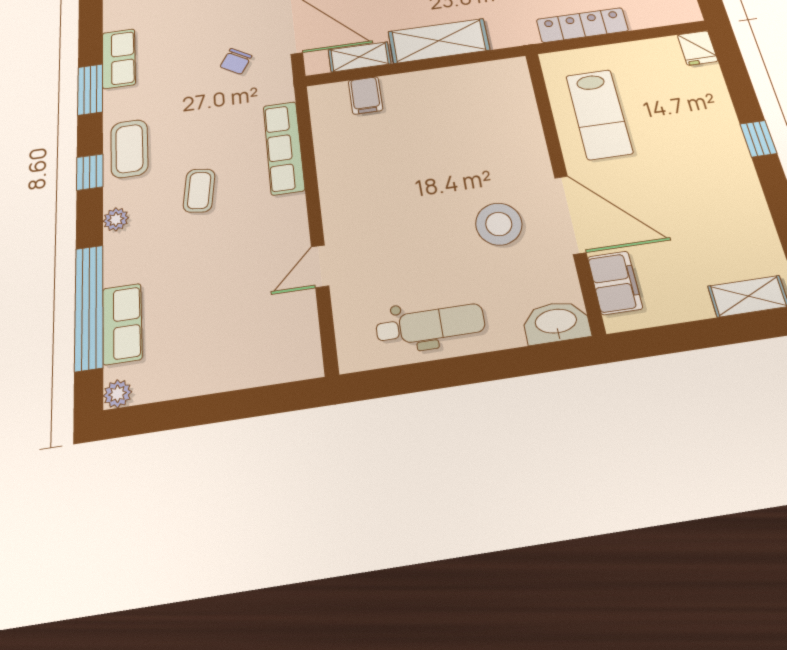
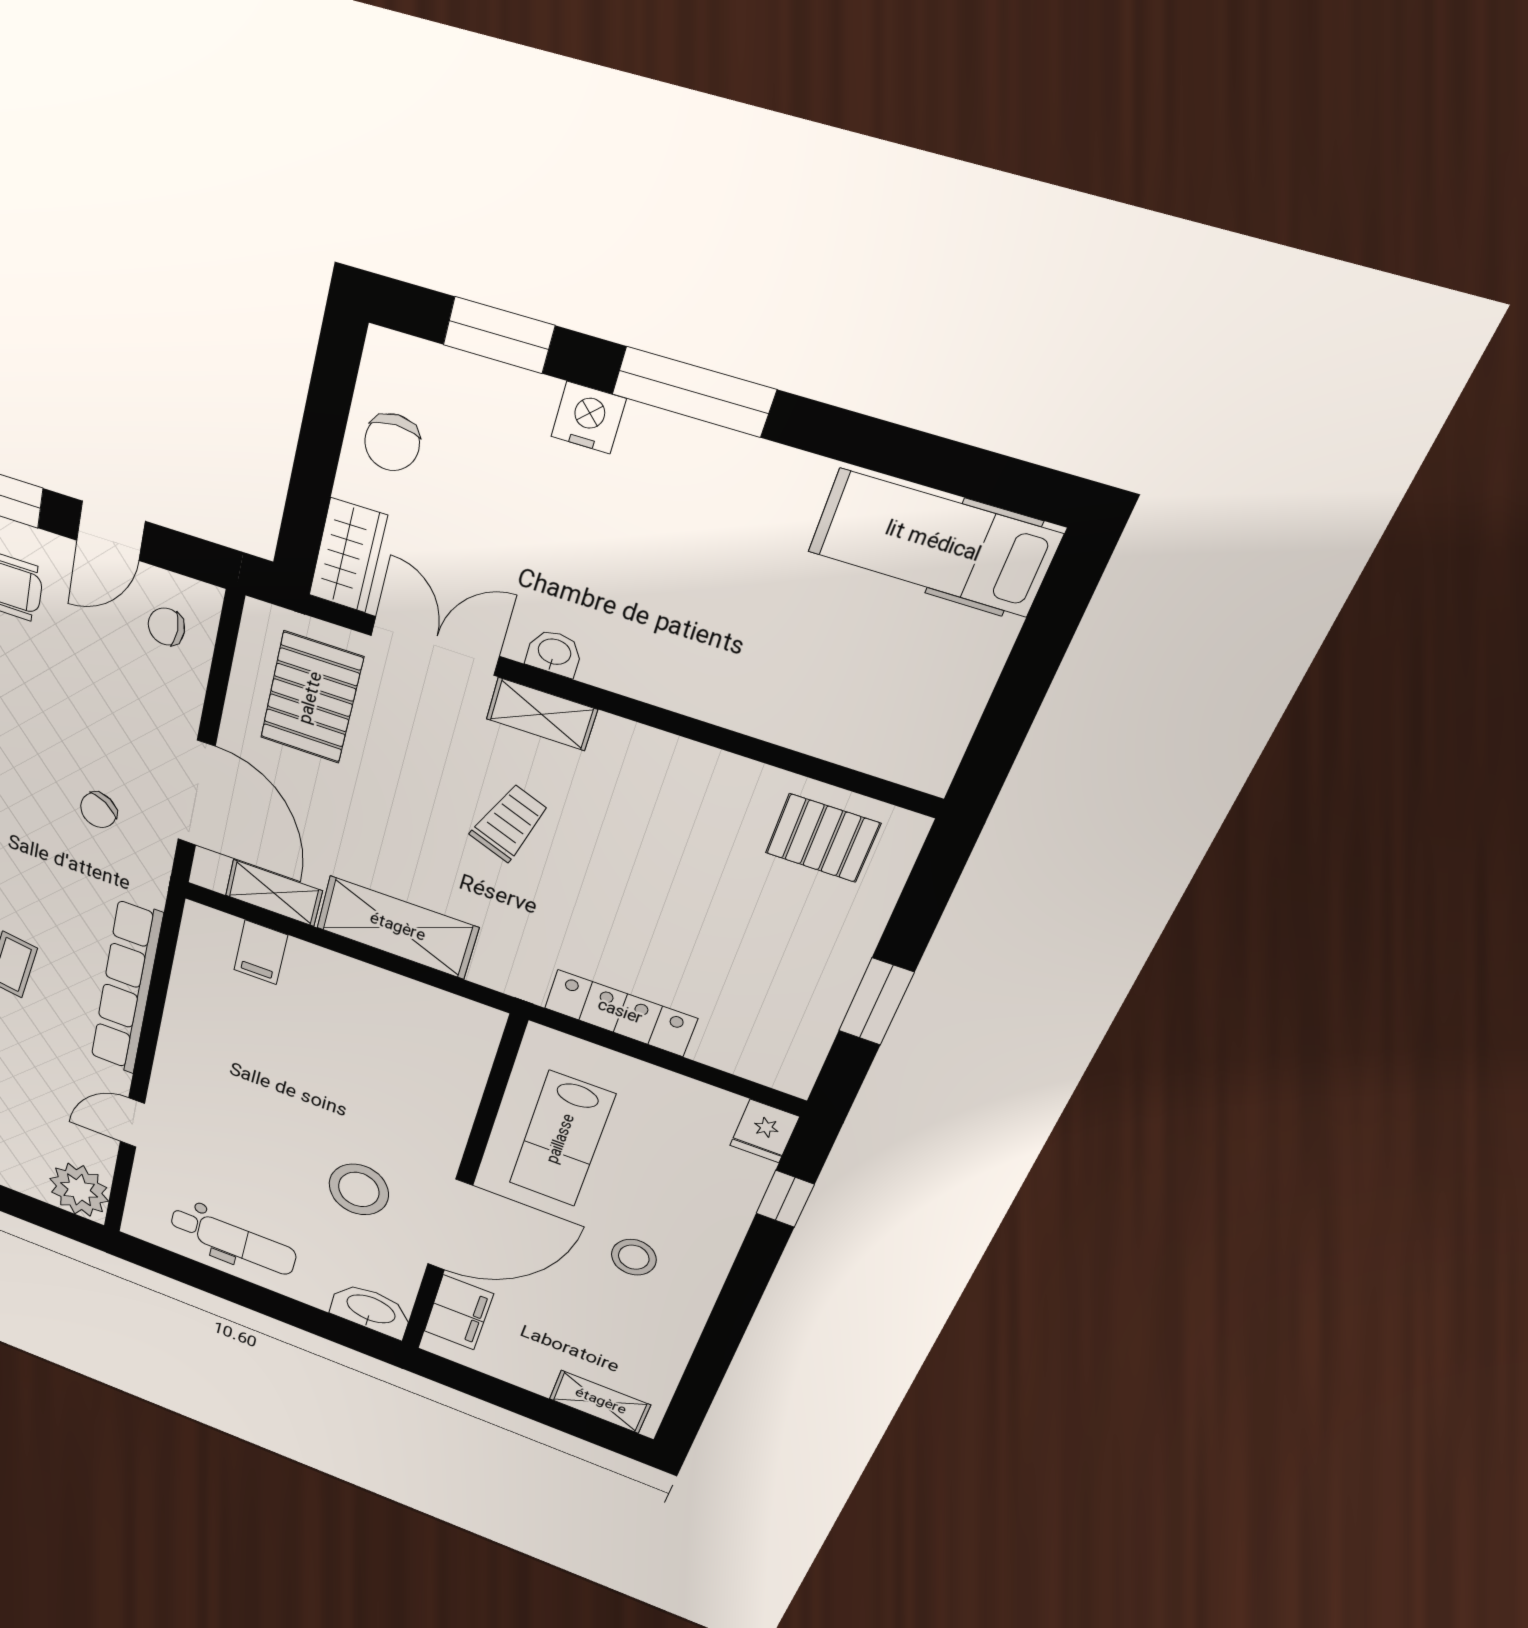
window: (758, 139) -> (785, 1199), moved
row of seats: (284, 148) -> (126, 987), width x1.36
stool: (690, 168) -> (634, 1257), added
door: (570, 215) -> (450, 1225), hinge flipped
plant: (295, 354) -> (79, 1190), added

